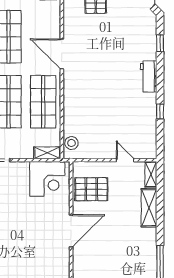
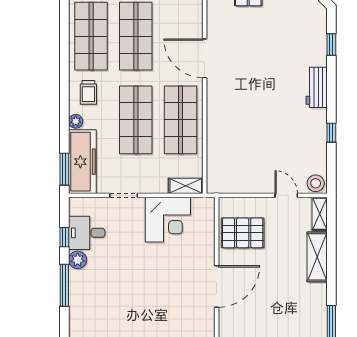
stool: (71, 143) -> (316, 183), moved
corner desk: (47, 179) -> (168, 220), moved

